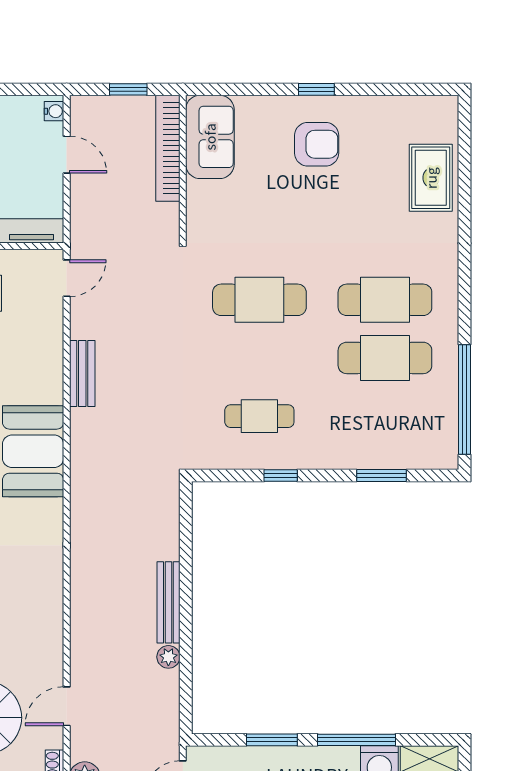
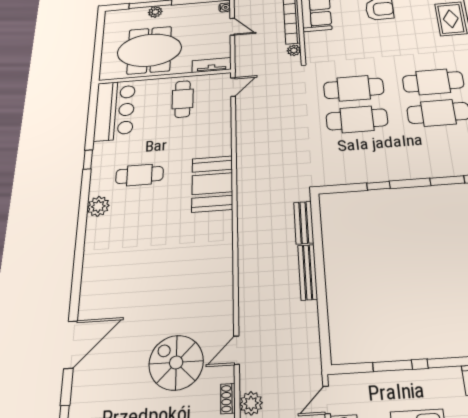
bench: (82, 374) -> (304, 223), moved
cafe table: (259, 416) -> (357, 119), moved, width x1.37, depth x1.35
plant: (168, 657) -> (294, 50), moved

